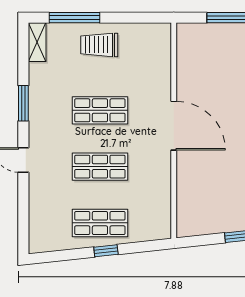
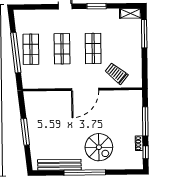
trolley: (99, 45) -> (116, 73), moved, turned -51
window: (106, 251) -> (16, 53), width x3.17

